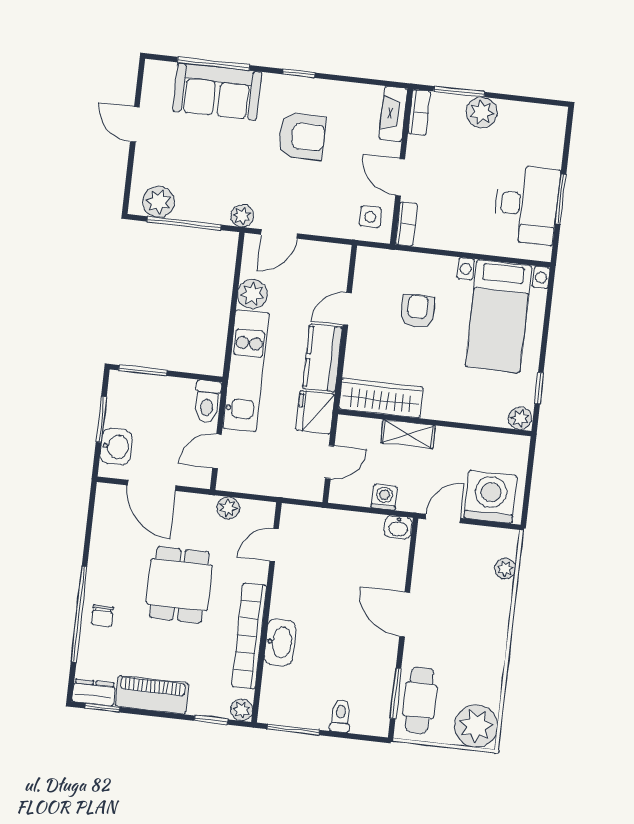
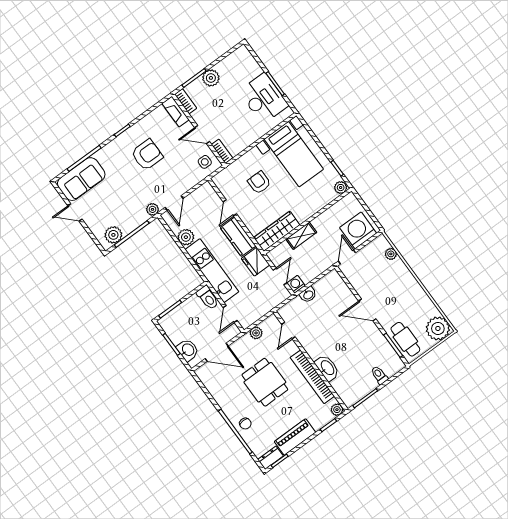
sofa: (217, 91) -> (81, 179), moved
washing machine: (384, 497) -> (296, 284), moved
washbasin: (398, 527) -> (308, 295), moved

